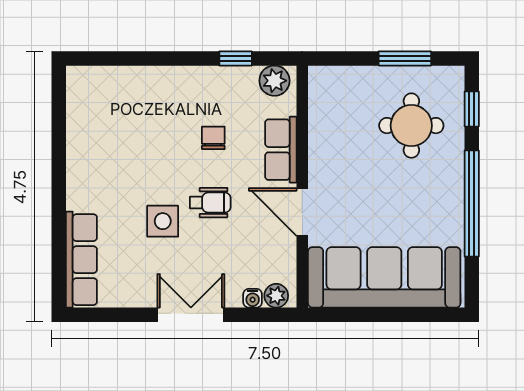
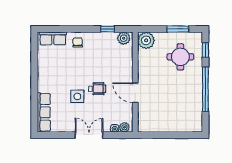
plant: (329, 86) -> (146, 40), added
chair: (213, 138) -> (78, 43), moved
row of seats: (281, 150) -> (53, 38), moved, turned -90
sofa: (384, 277) -> (169, 120), removed

